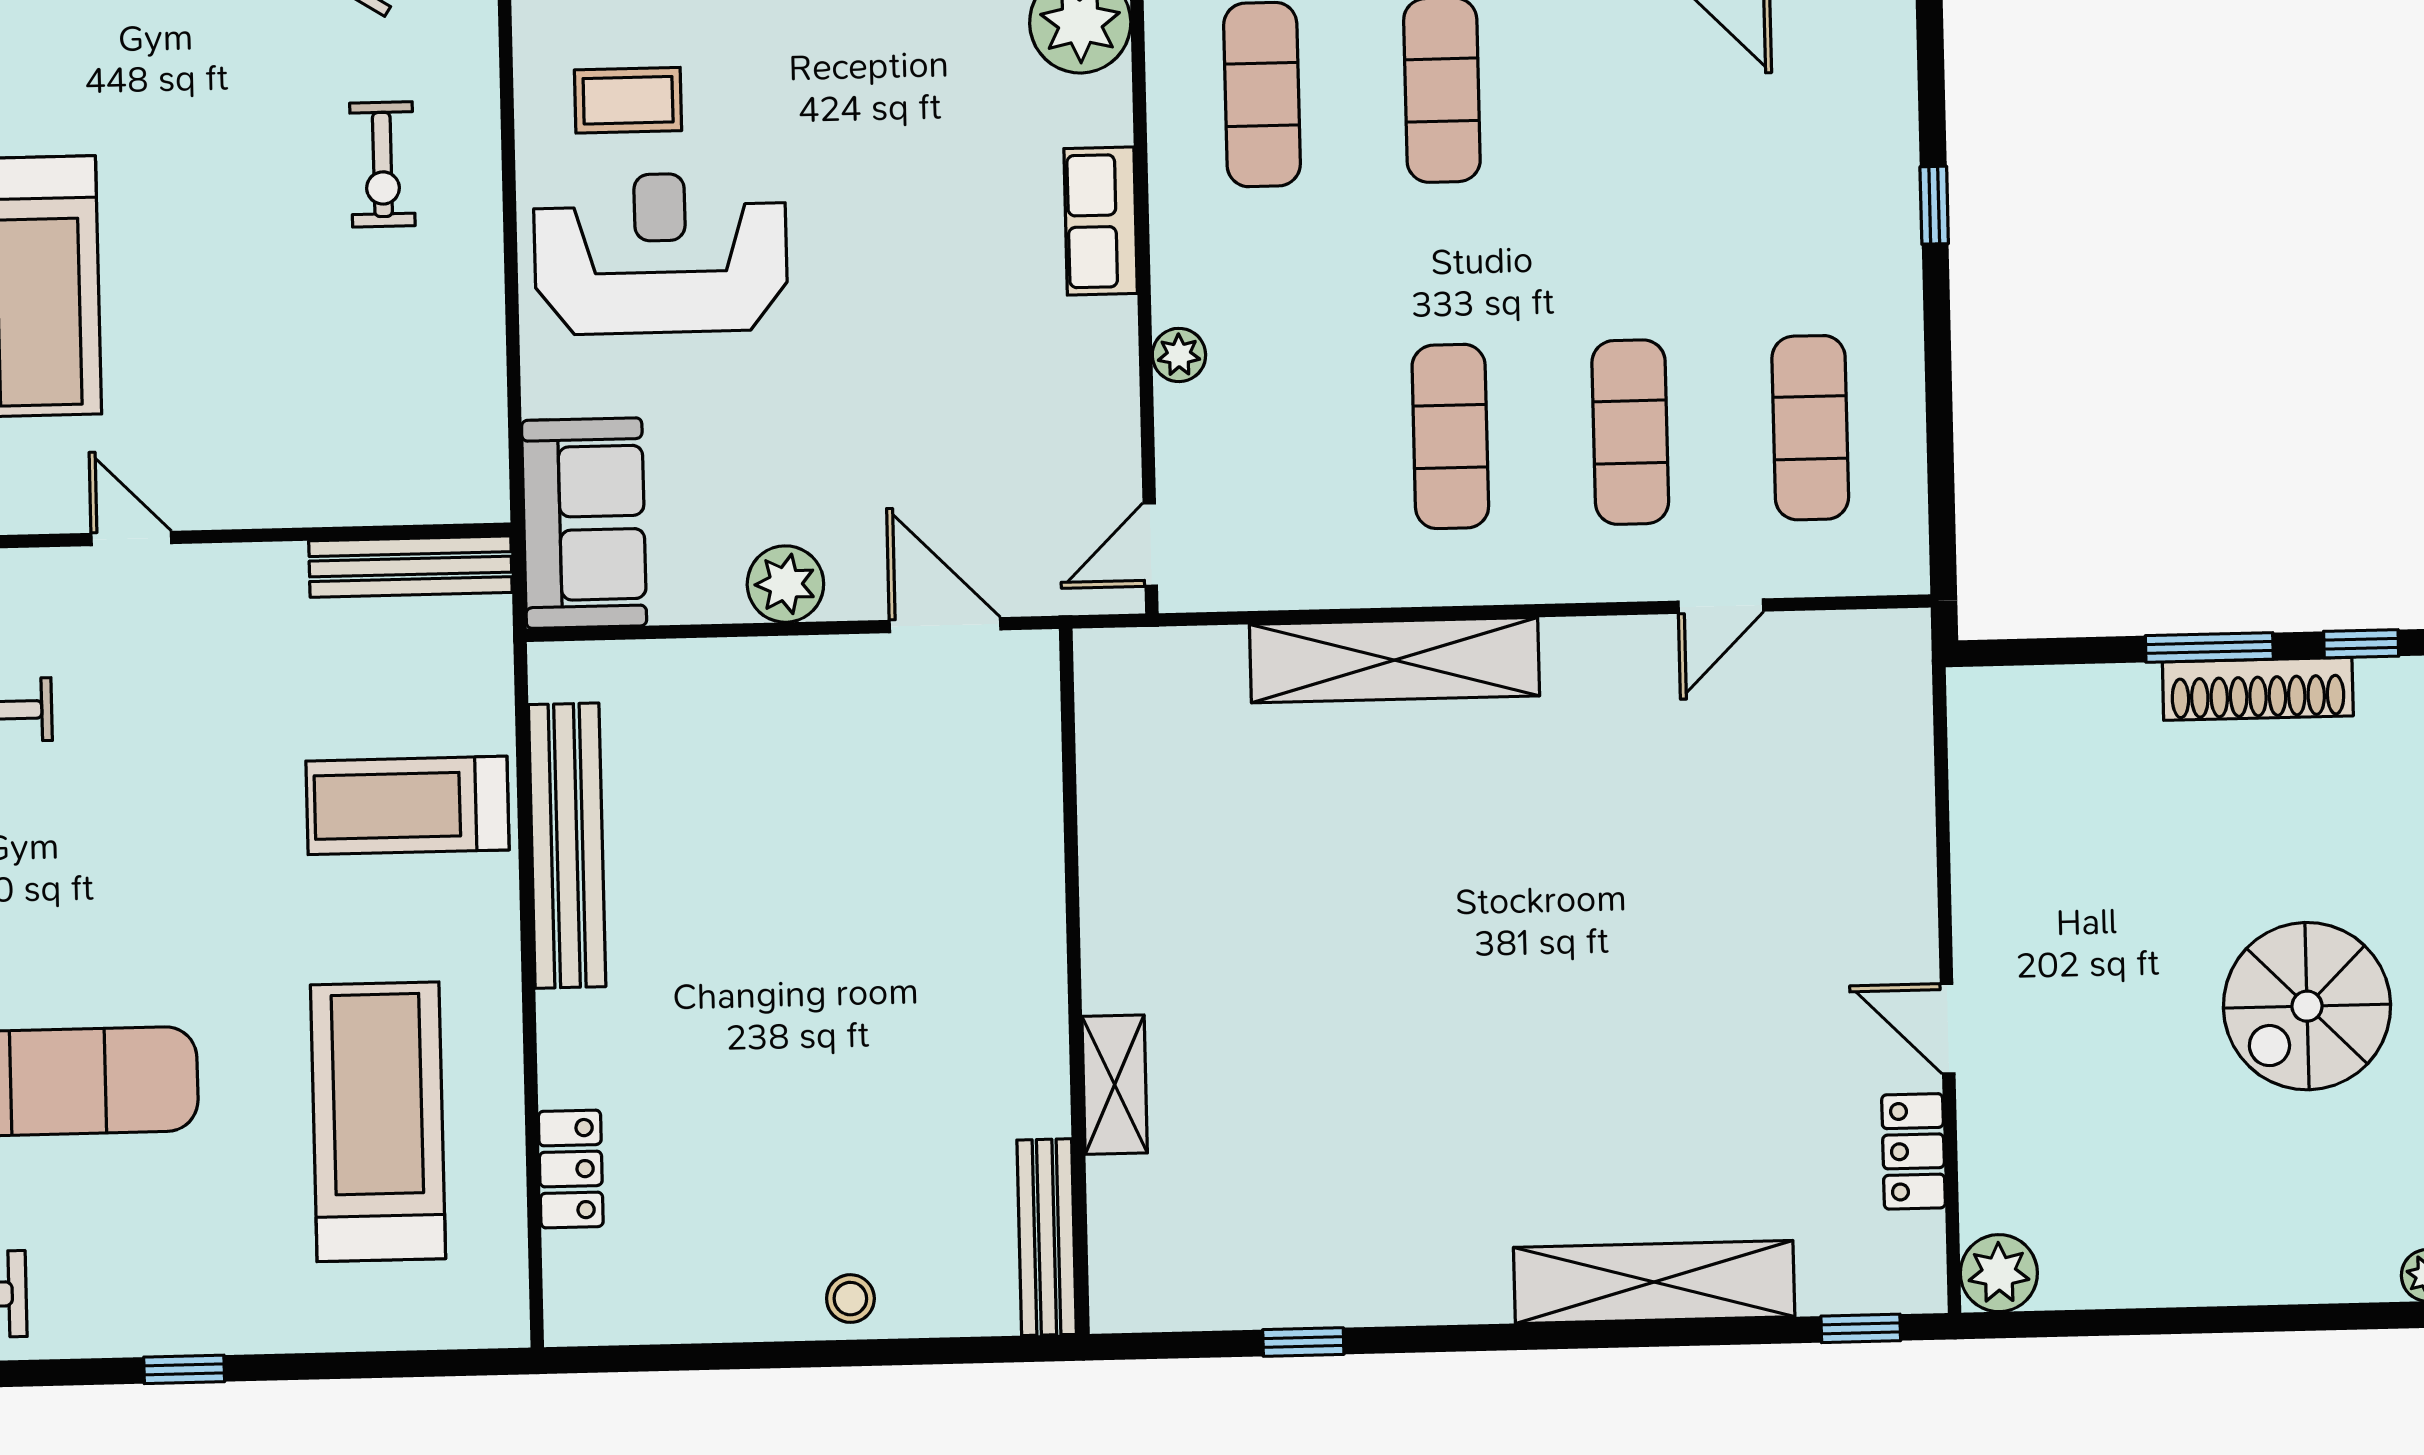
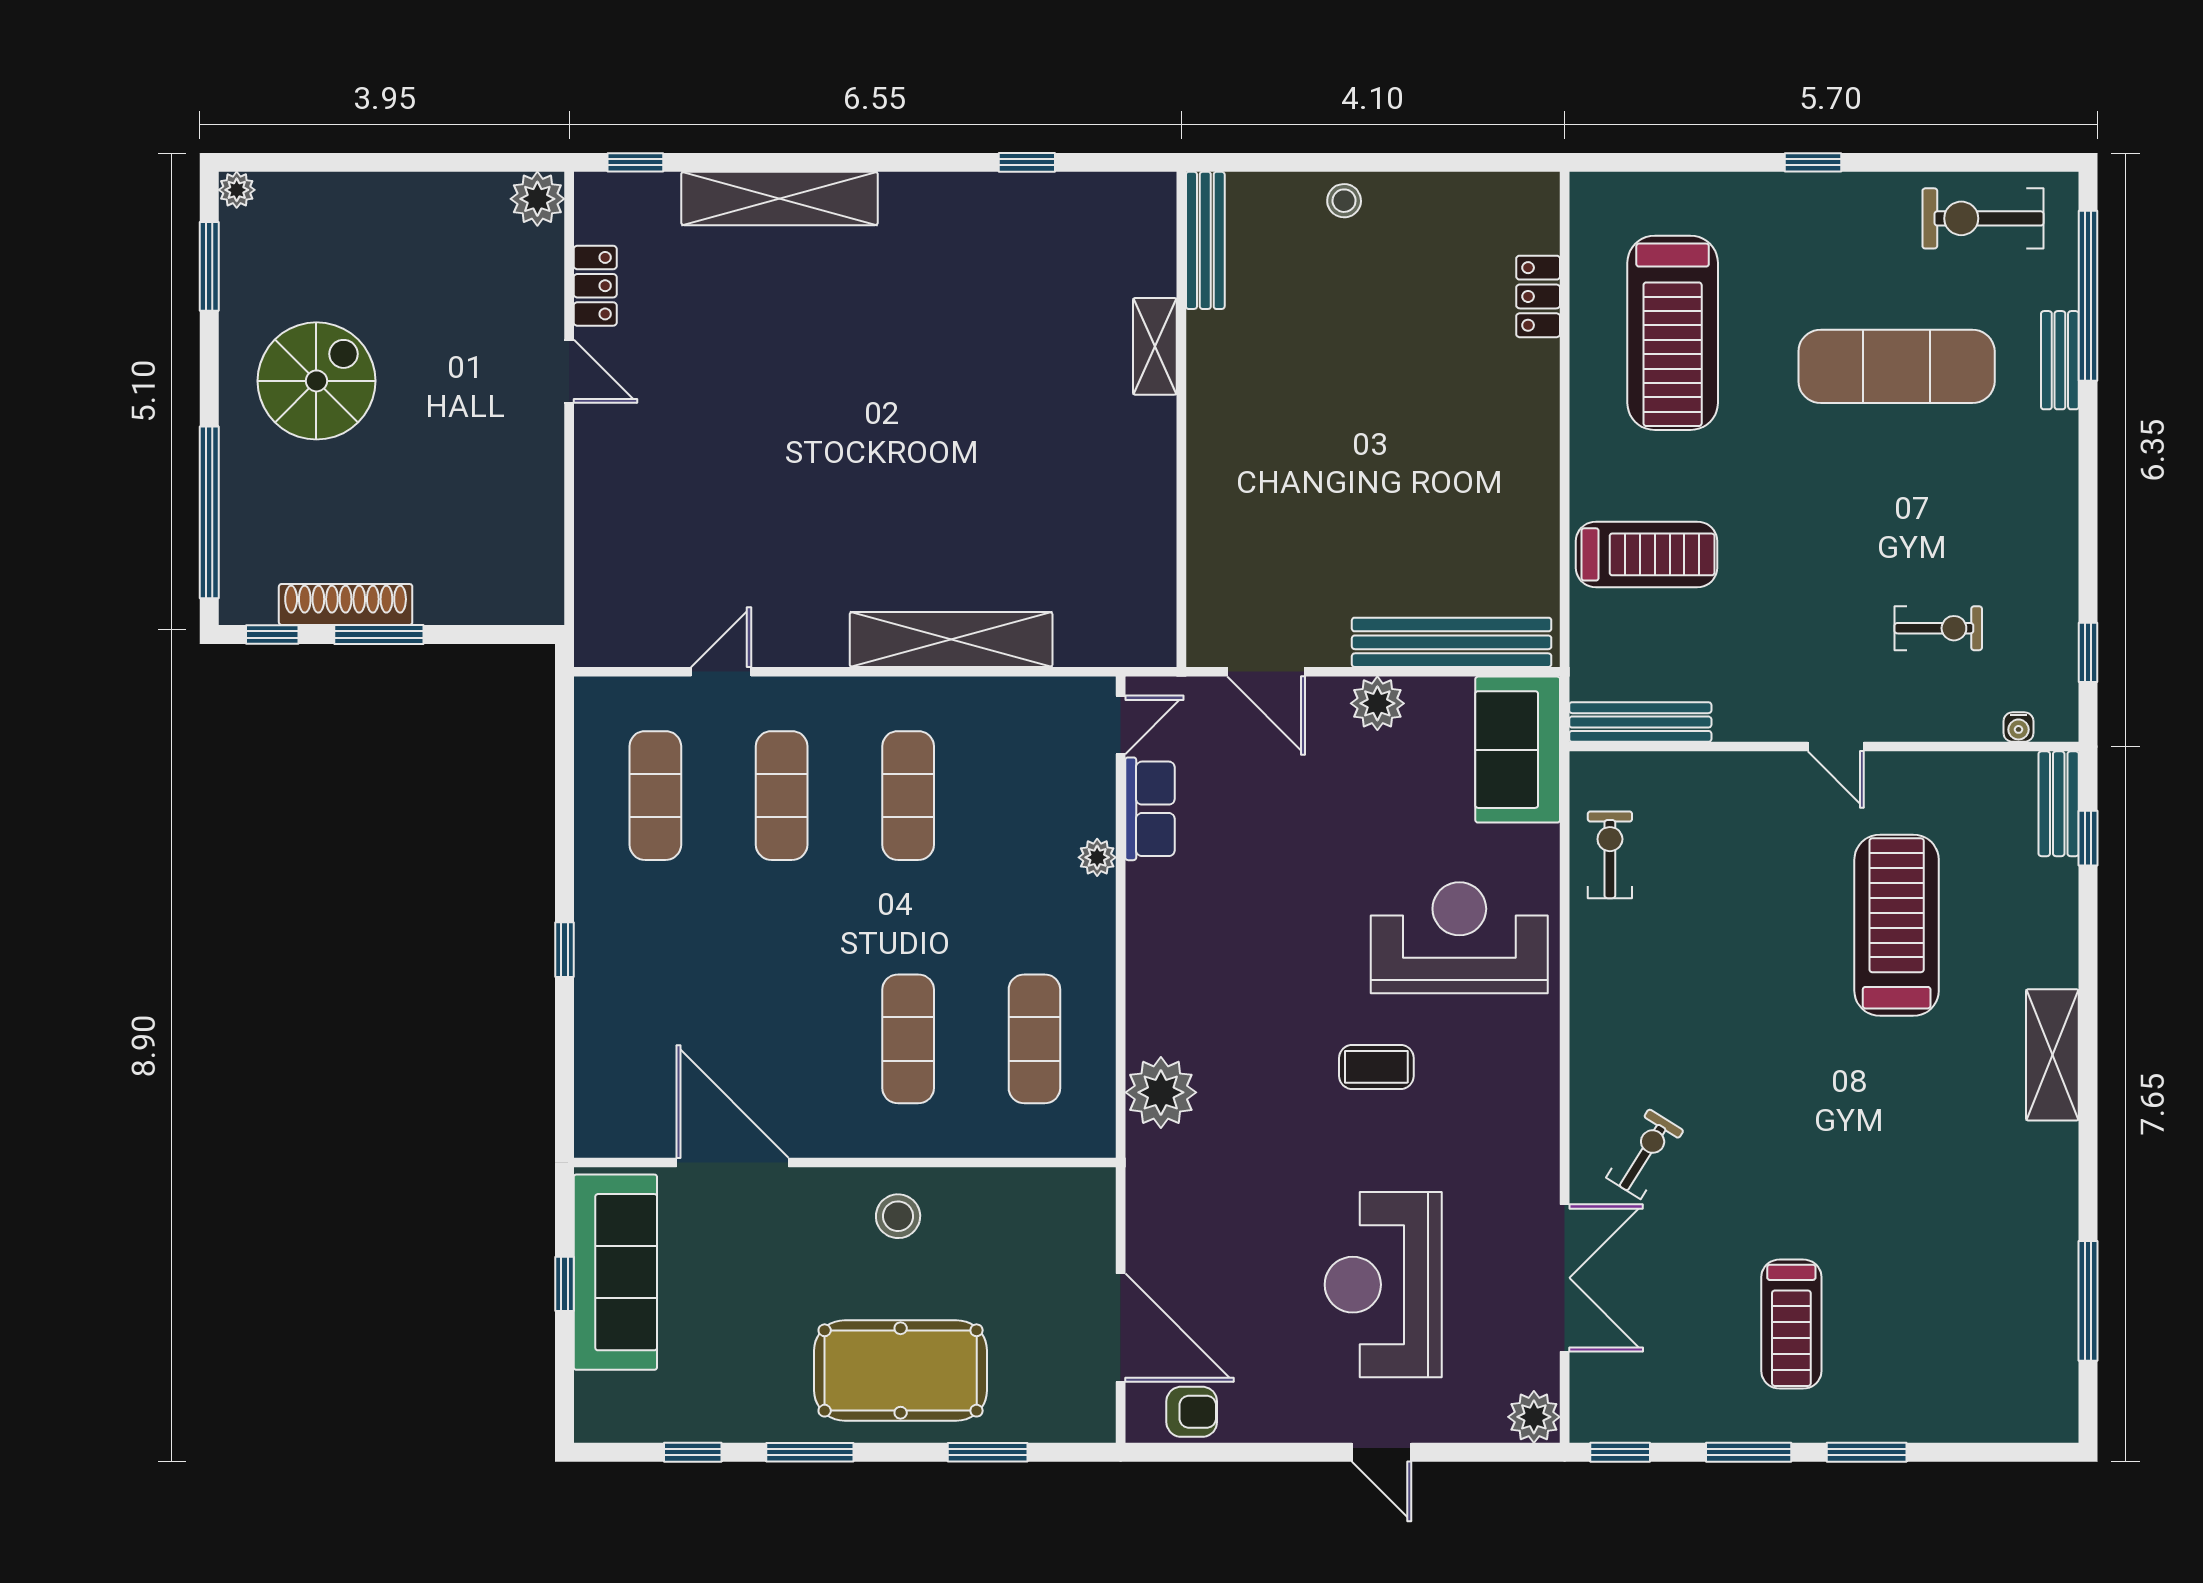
coffee table: (628, 100) -> (1376, 1067), moved
exercise bike: (382, 164) -> (1610, 855), moved
row of seats: (1101, 221) -> (1150, 809), moved
reception desk: (661, 253) -> (1459, 938), turned 180
bench: (567, 846) -> (1452, 642), moved, turned 90

